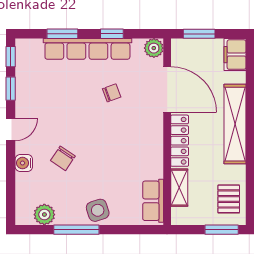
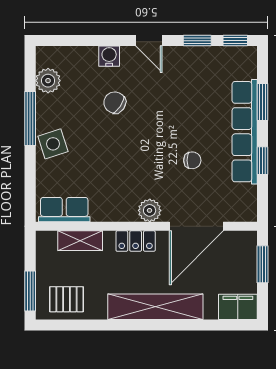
plant: (154, 48) -> (150, 210), moved
chair: (112, 93) -> (192, 160), turned -70
locker: (180, 141) -> (136, 241), width x0.66

